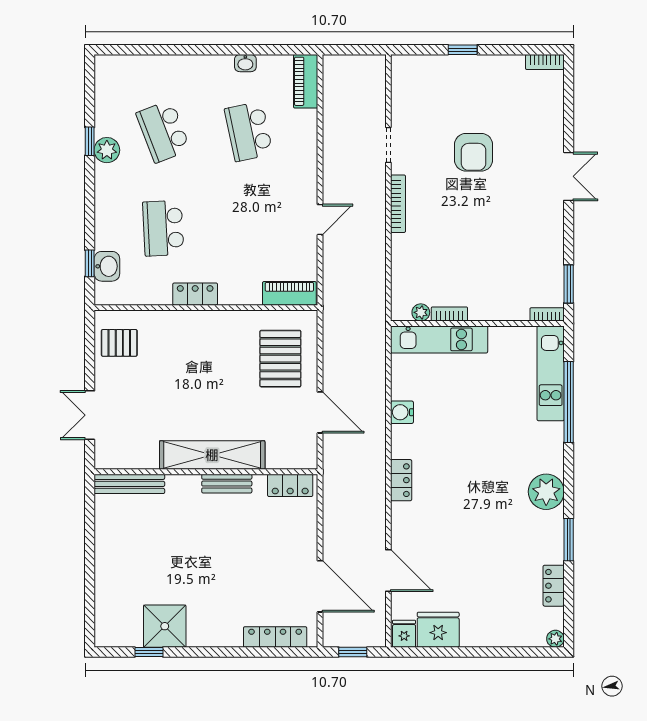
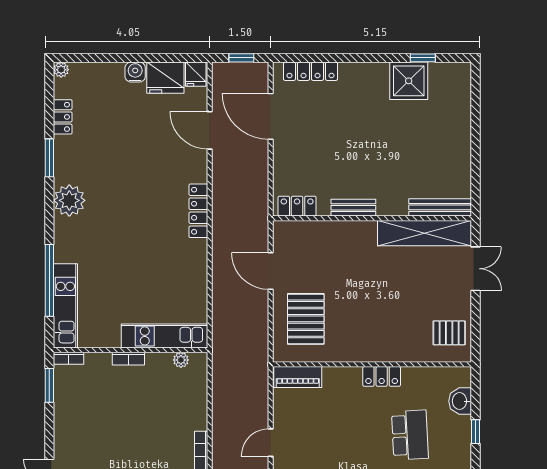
window: (90, 263) -> (476, 432), moved
bookcase: (449, 314) -> (128, 359), moved
water cooler: (402, 412) -> (135, 72), moved, turned -90
shelving: (212, 455) -> (425, 233), moved
locker: (401, 480) -> (198, 211), width x1.53

